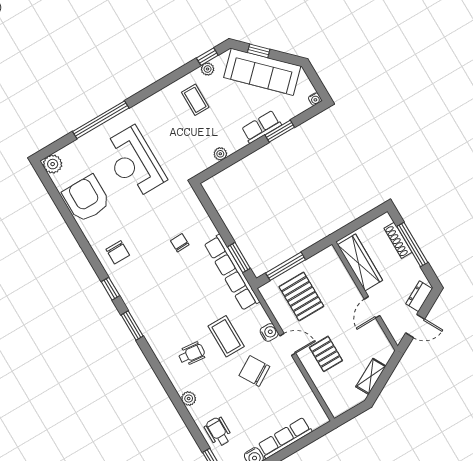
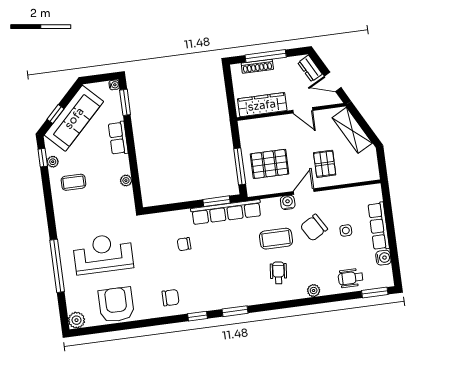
window: (280, 131) -> (125, 102), moved
reception desk: (134, 162) -> (103, 254), turned 180
armchair: (86, 199) -> (116, 305), turned 90
door: (415, 326) -> (333, 82), swing flipped
pallet: (326, 354) -> (325, 164), turned 90
shelving: (371, 376) -> (352, 130), width x1.50, depth x1.33
side table: (266, 406) -> (346, 230), added

